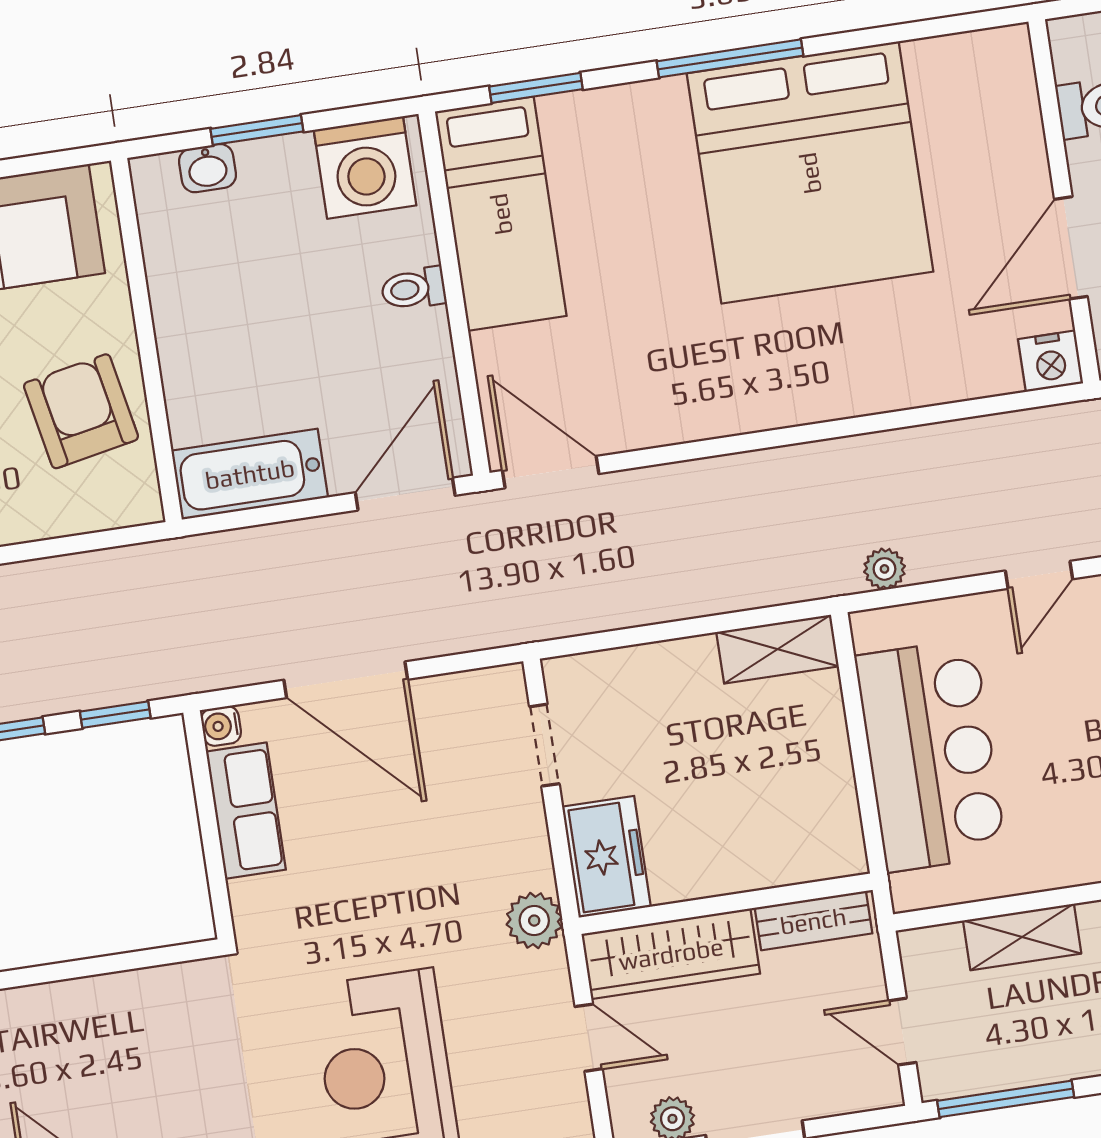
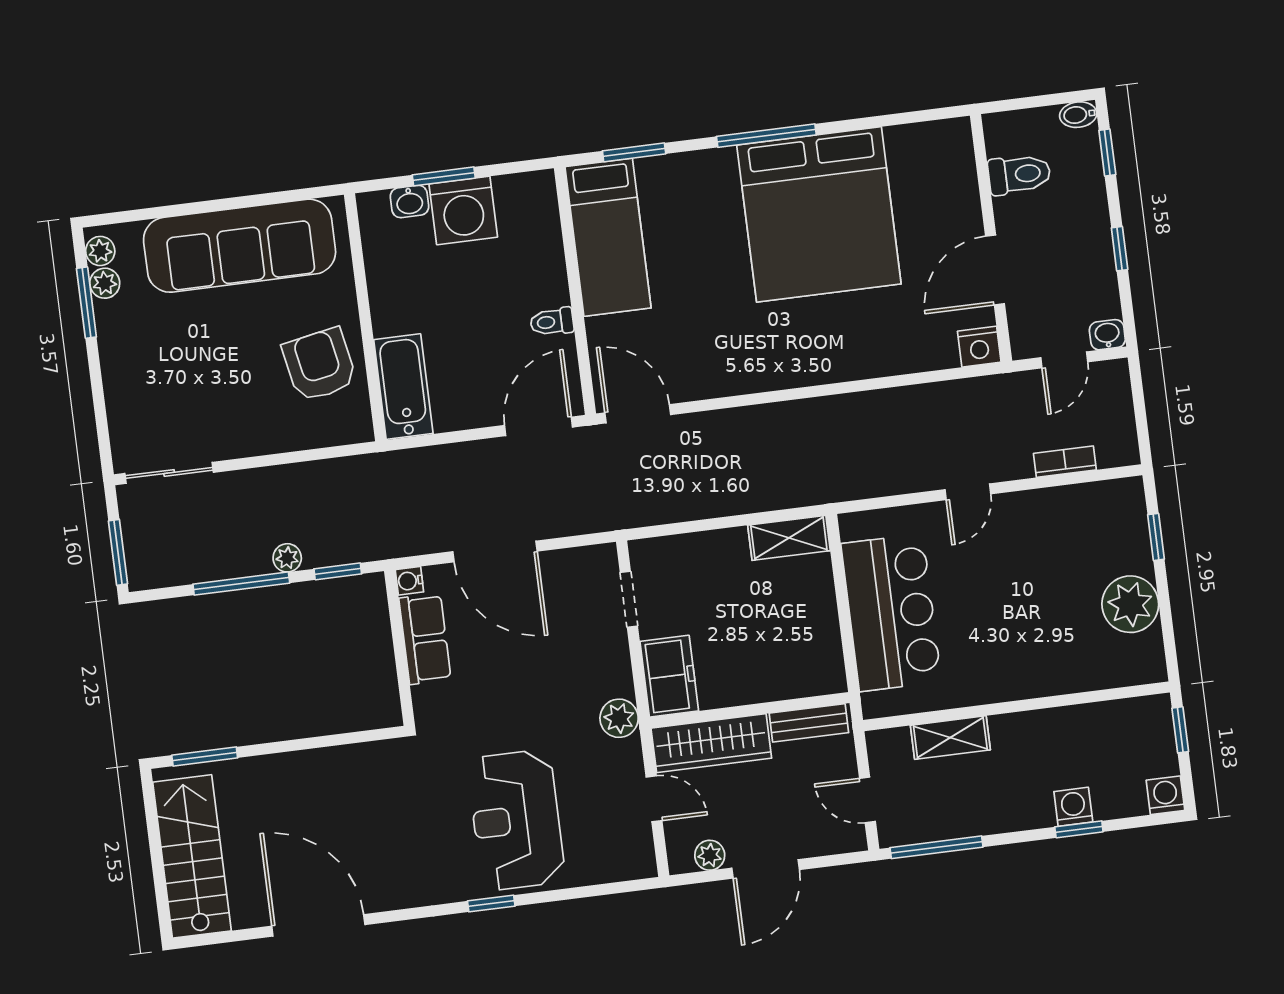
washing machine: (365, 168) -> (463, 210), moved
toilet: (413, 289) -> (552, 322), moved
bathtub: (250, 474) -> (403, 387), moved, turned 90
plant: (884, 569) -> (287, 558), moved

